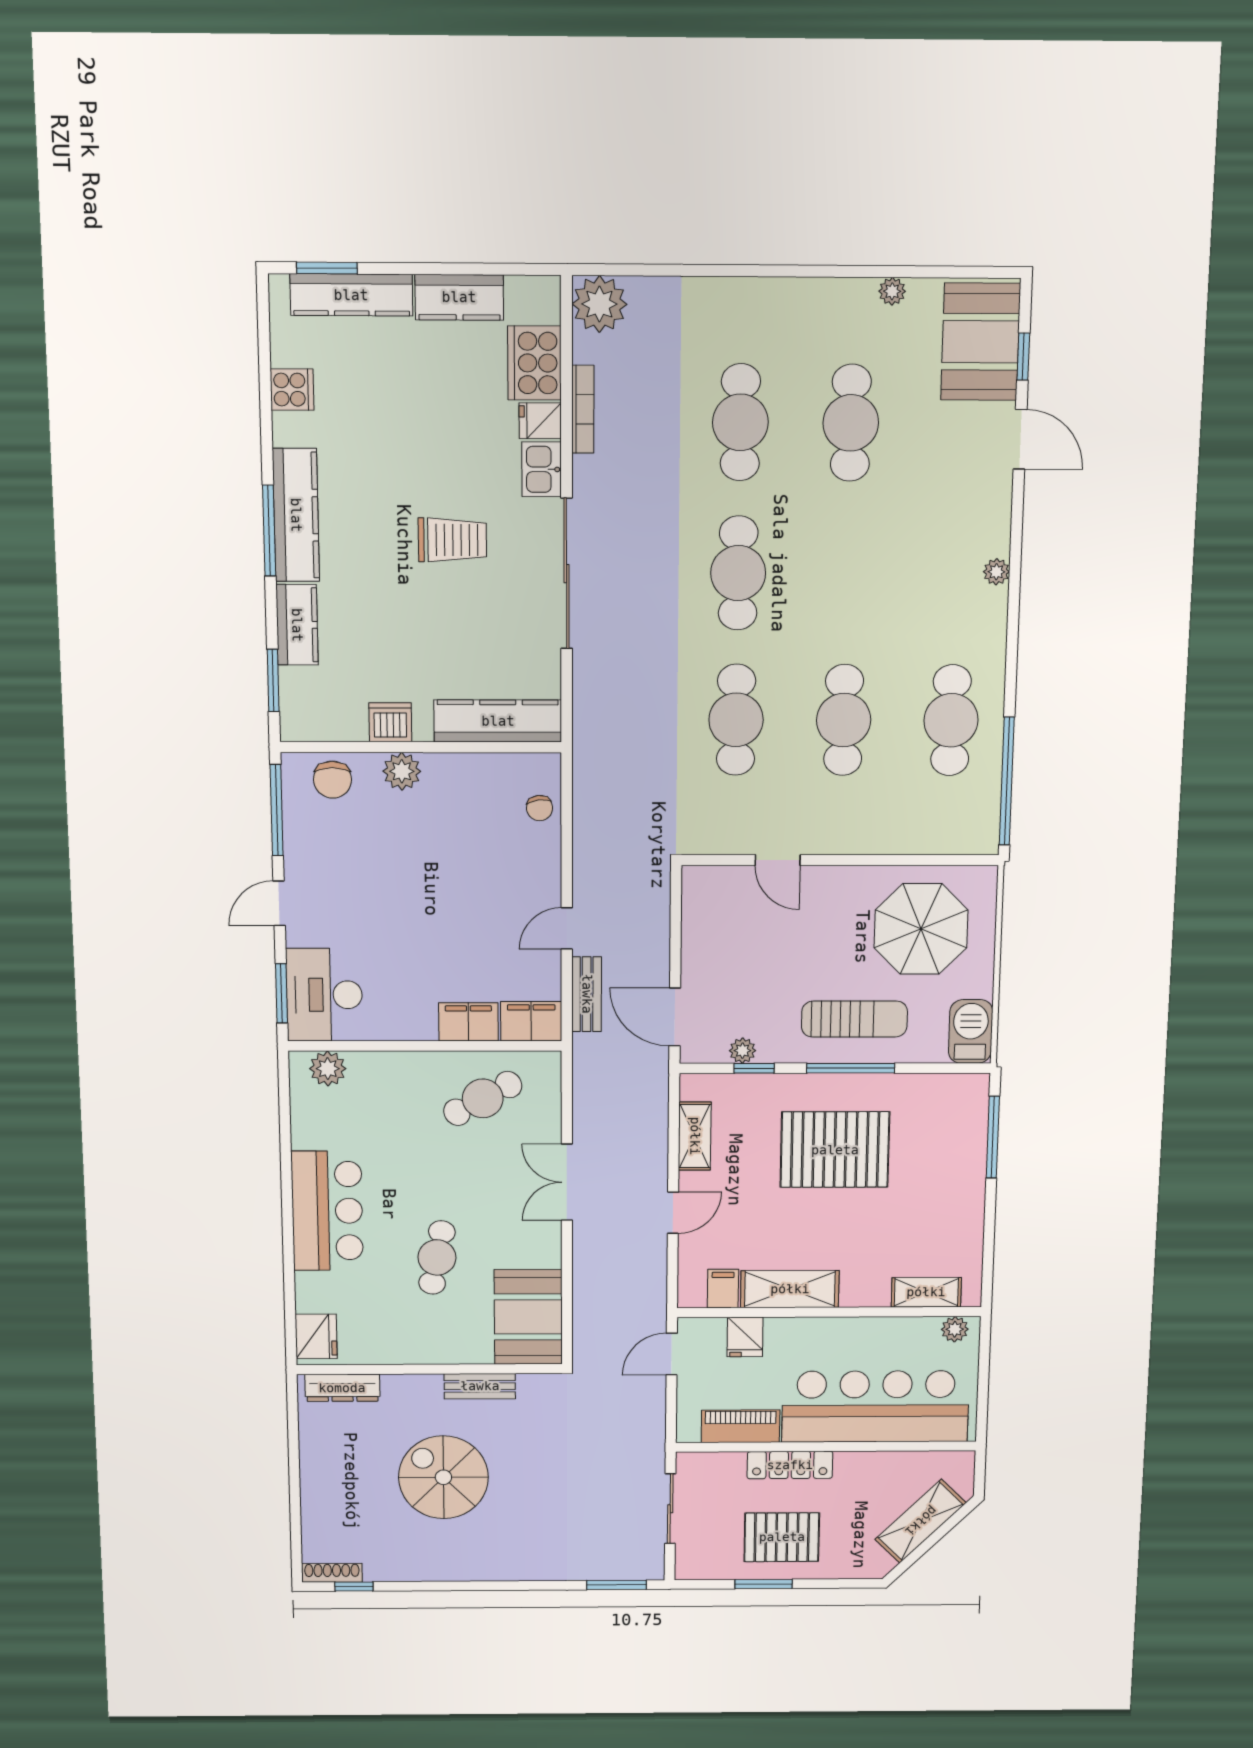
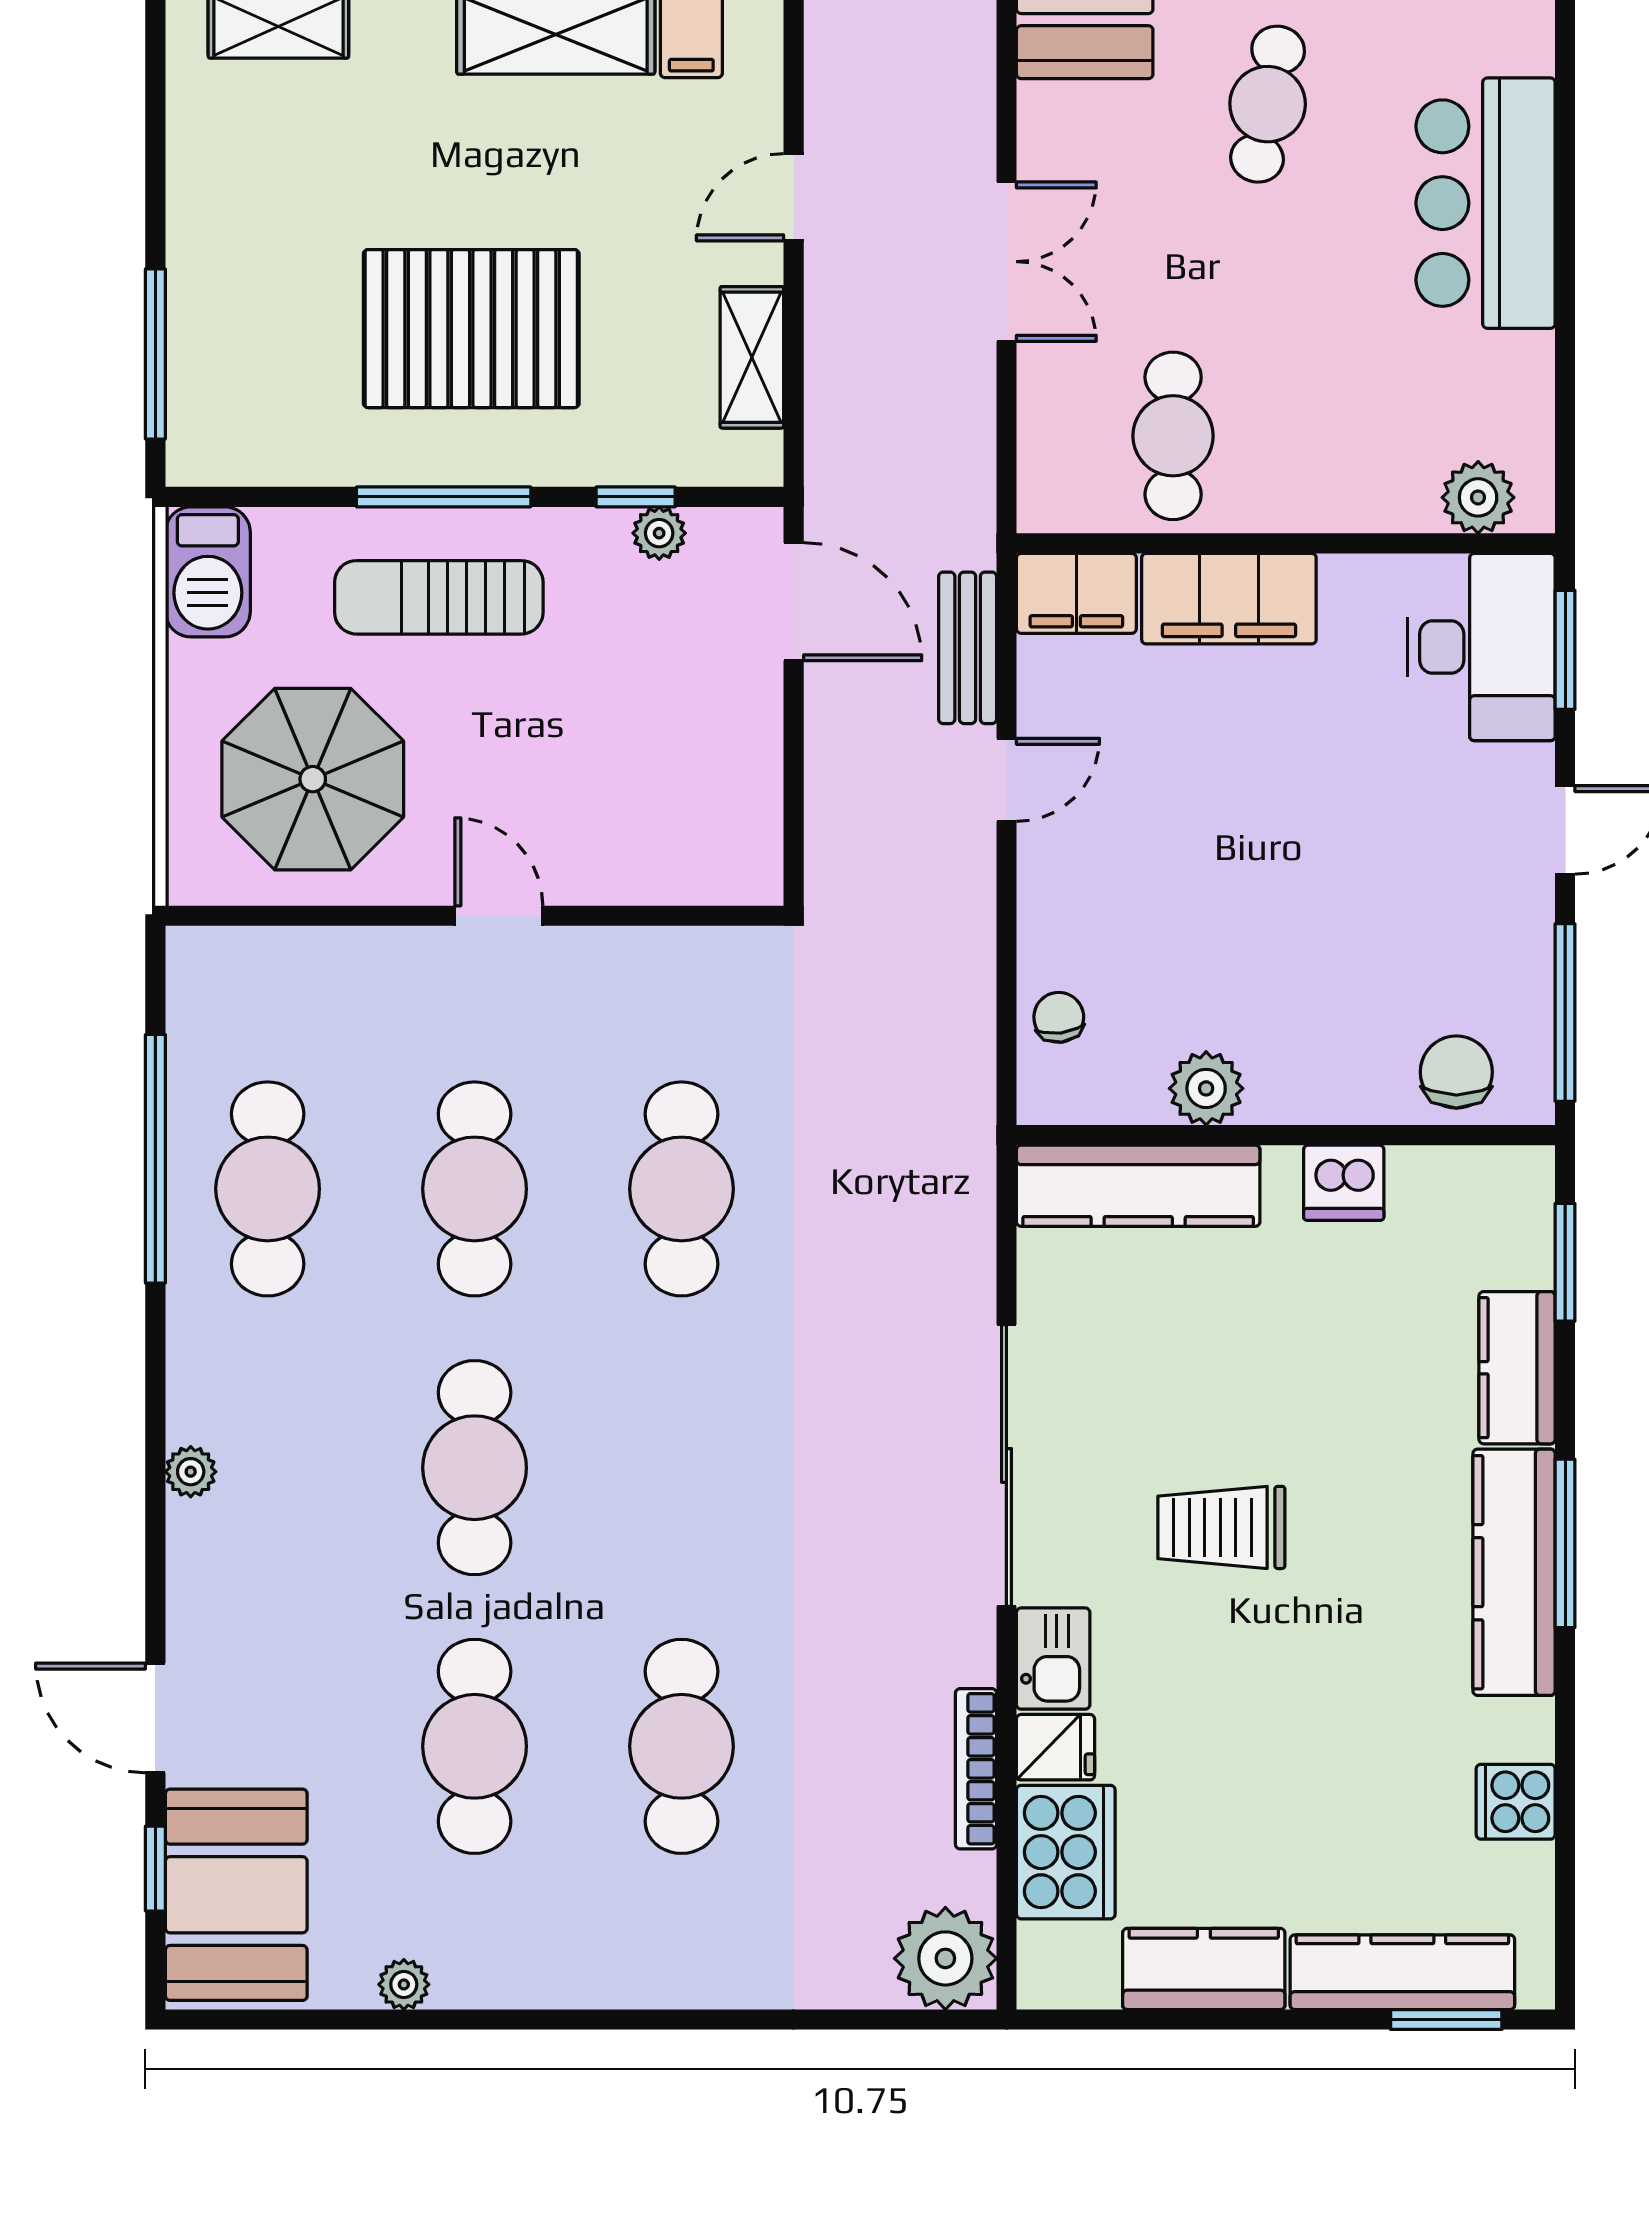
cafe table: (738, 573) -> (475, 1468), moved
plant: (402, 771) -> (1206, 1088), moved
window: (1007, 781) -> (155, 1159), moved
door: (778, 860) -> (499, 916), moved
filing cabinet: (468, 1022) -> (1229, 599), width x1.50, depth x1.17
cafe table: (483, 1098) -> (1173, 436), turned -61

